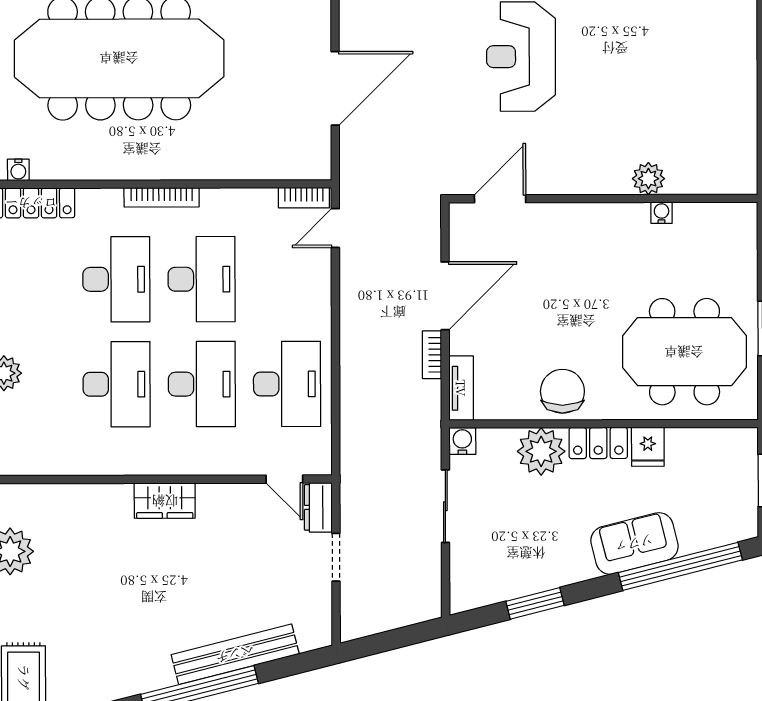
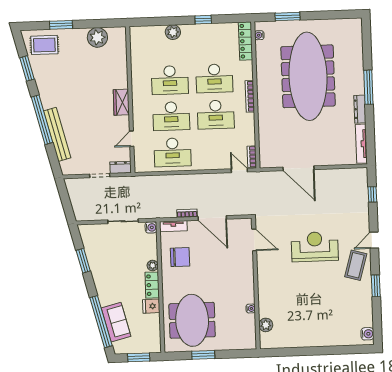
plant: (648, 179) -> (266, 325), moved
chair: (562, 391) -> (180, 257), moved
plant: (541, 451) -> (153, 266), width x0.53, depth x0.53
door: (284, 479) -> (132, 139), moved
sofa: (634, 544) -> (116, 322), moved

